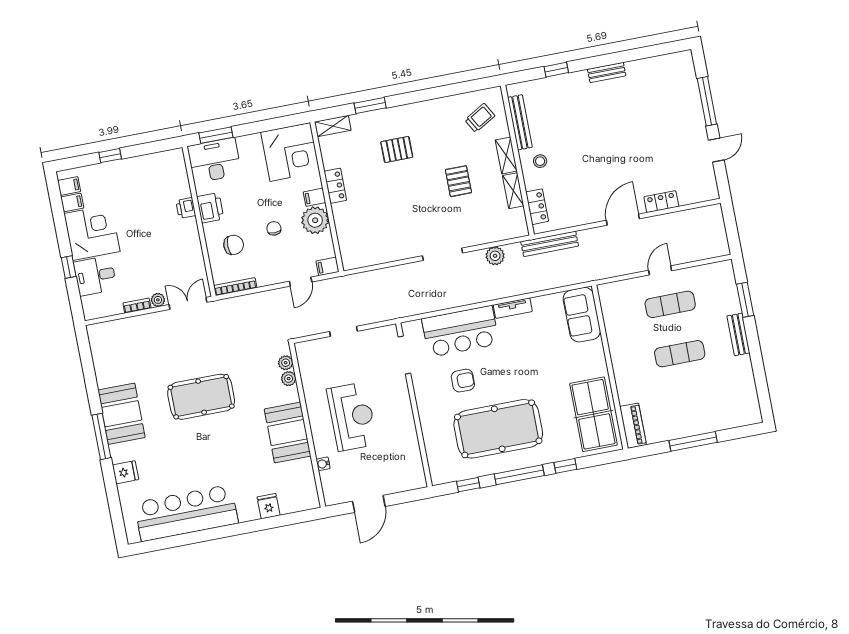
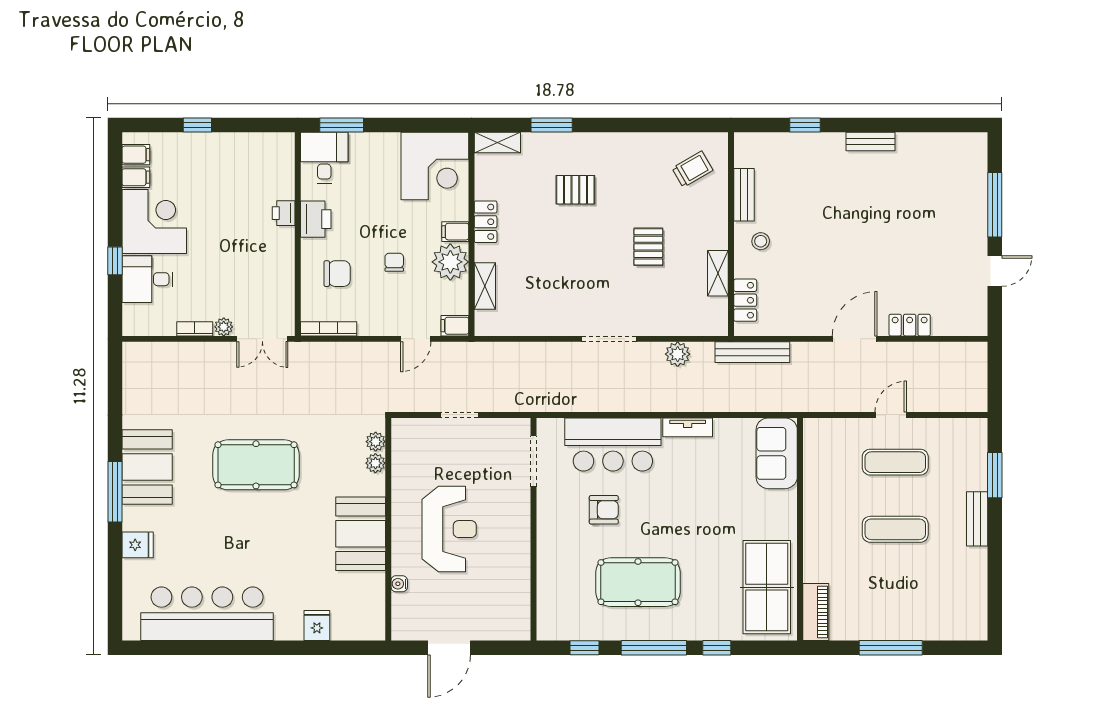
bench: (520, 122) -> (744, 195), width x0.73
shelving: (506, 155) -> (485, 286), moved
desk: (214, 160) -> (324, 158), width x0.73
double door: (188, 303) -> (262, 339), swing flipped
pool table: (498, 429) -> (638, 582), width x0.73, depth x0.76

